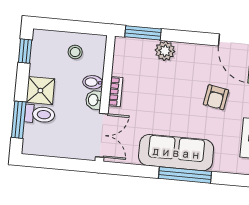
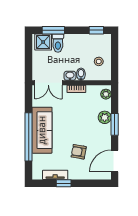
window: (143, 33) -> (115, 124), moved
plant: (128, 45) -> (106, 94), added
shower: (40, 91) -> (43, 42), moved
window: (185, 175) -> (29, 137), width x1.46

